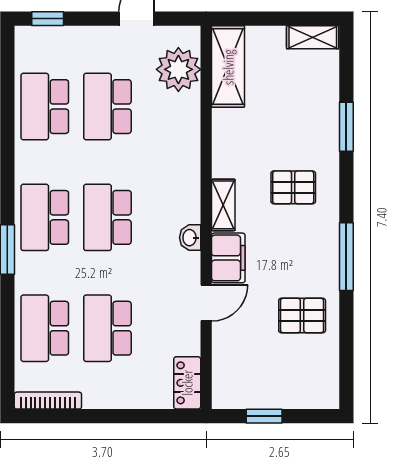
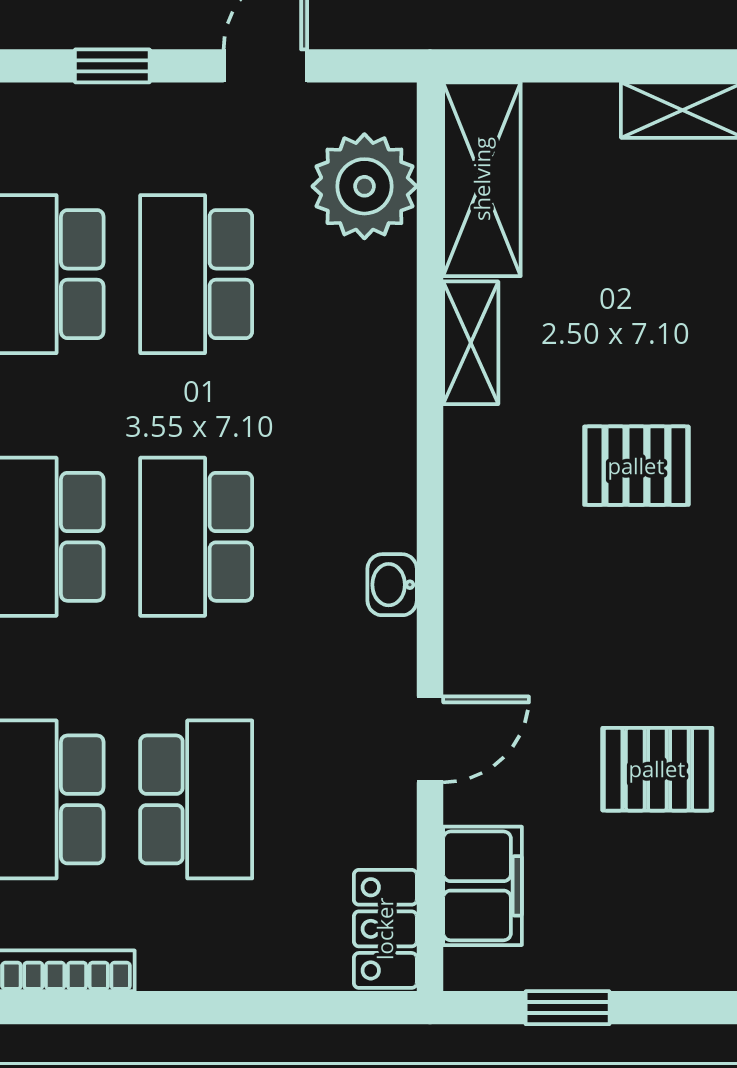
window: (48, 19) -> (112, 66), moved
shelving: (223, 205) -> (471, 343), moved
filing cabinet: (228, 258) -> (483, 886), moved
school desk: (107, 328) -> (196, 799), turned 180

